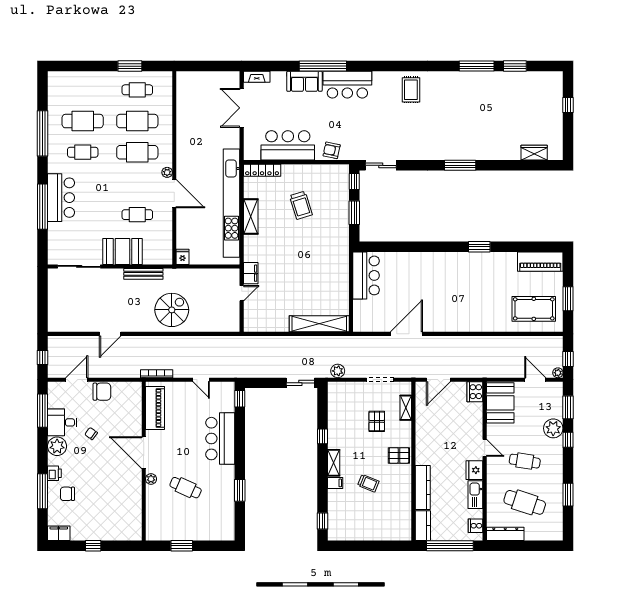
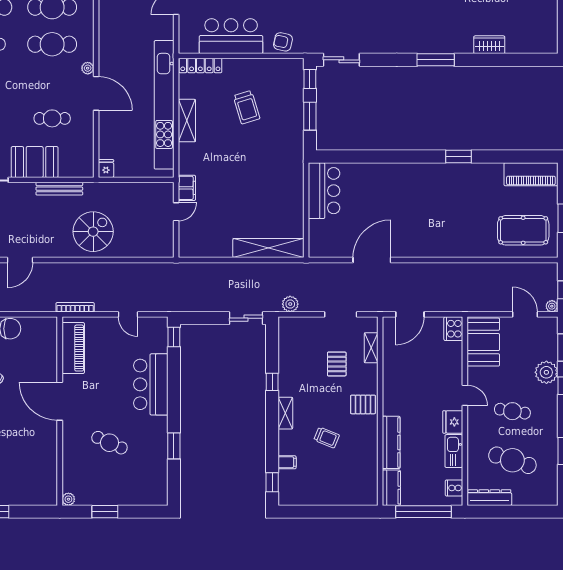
wardrobe: (534, 153) -> (489, 45), moved
plant: (151, 479) -> (68, 499), moved
filing cabinet: (335, 483) -> (287, 462), moved

